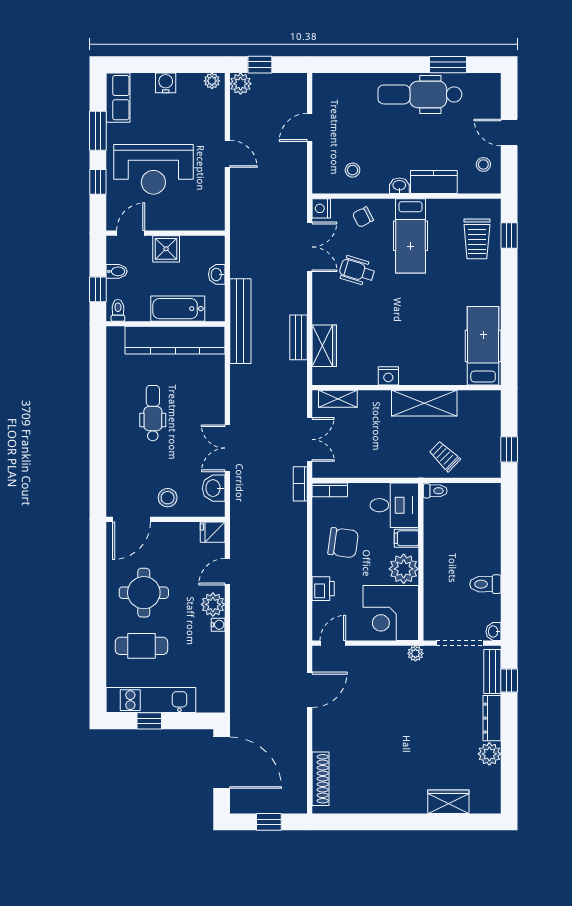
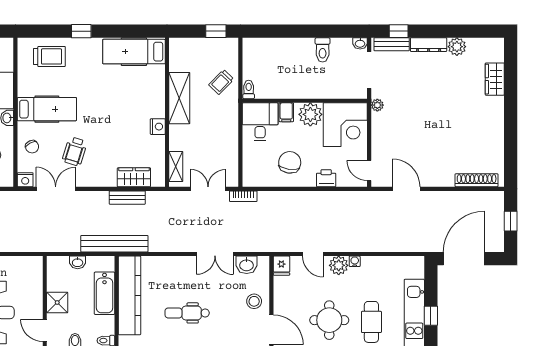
window: (509, 236) -> (81, 31), moved
bookcase: (330, 490) -> (248, 173), removed

